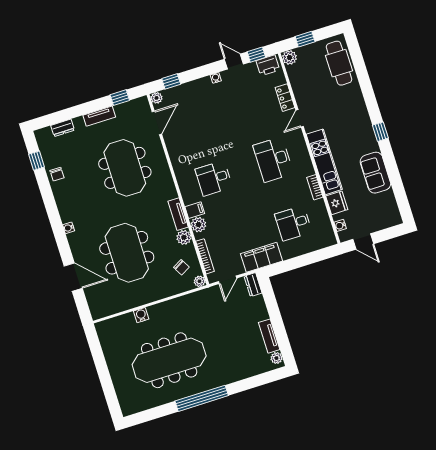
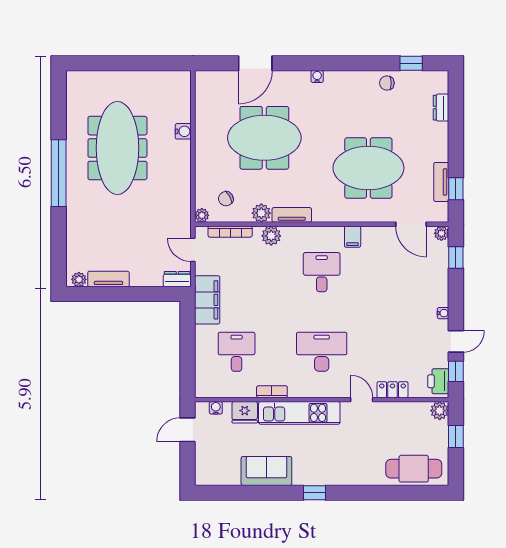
tv unit: (99, 116) -> (441, 182), moved
filing cabinet: (195, 210) -> (353, 237), moved

